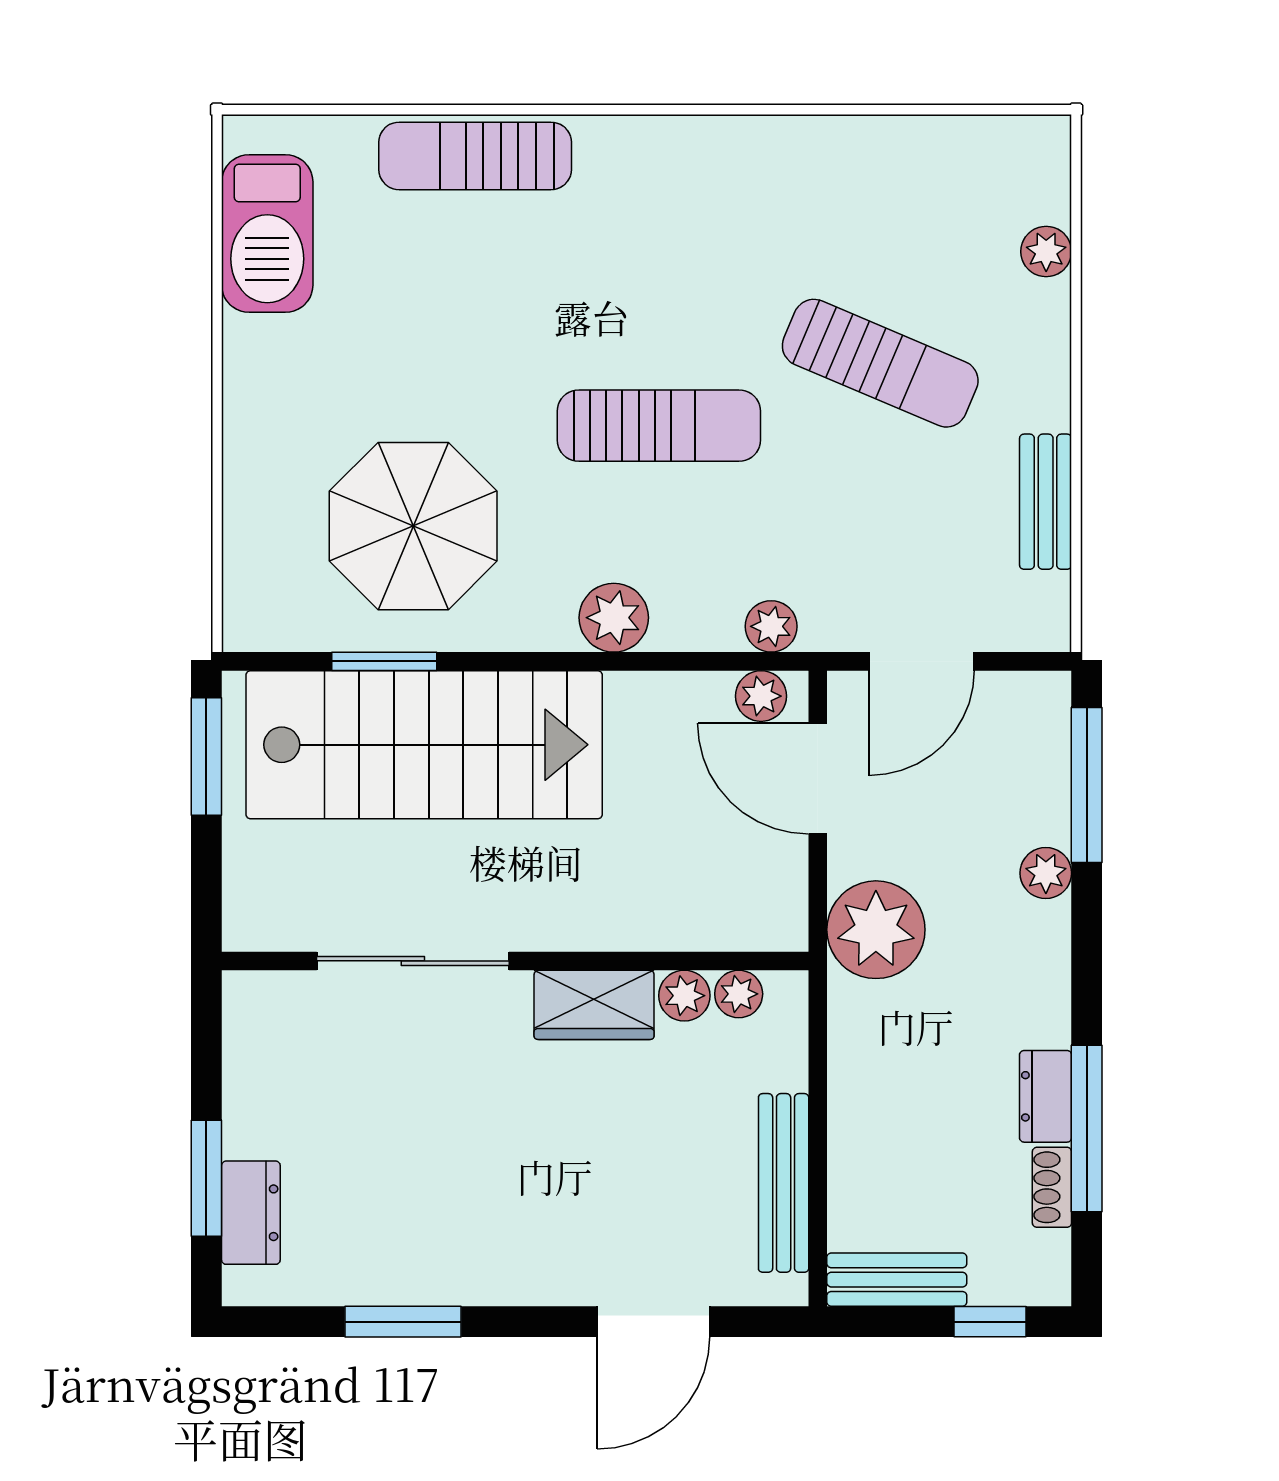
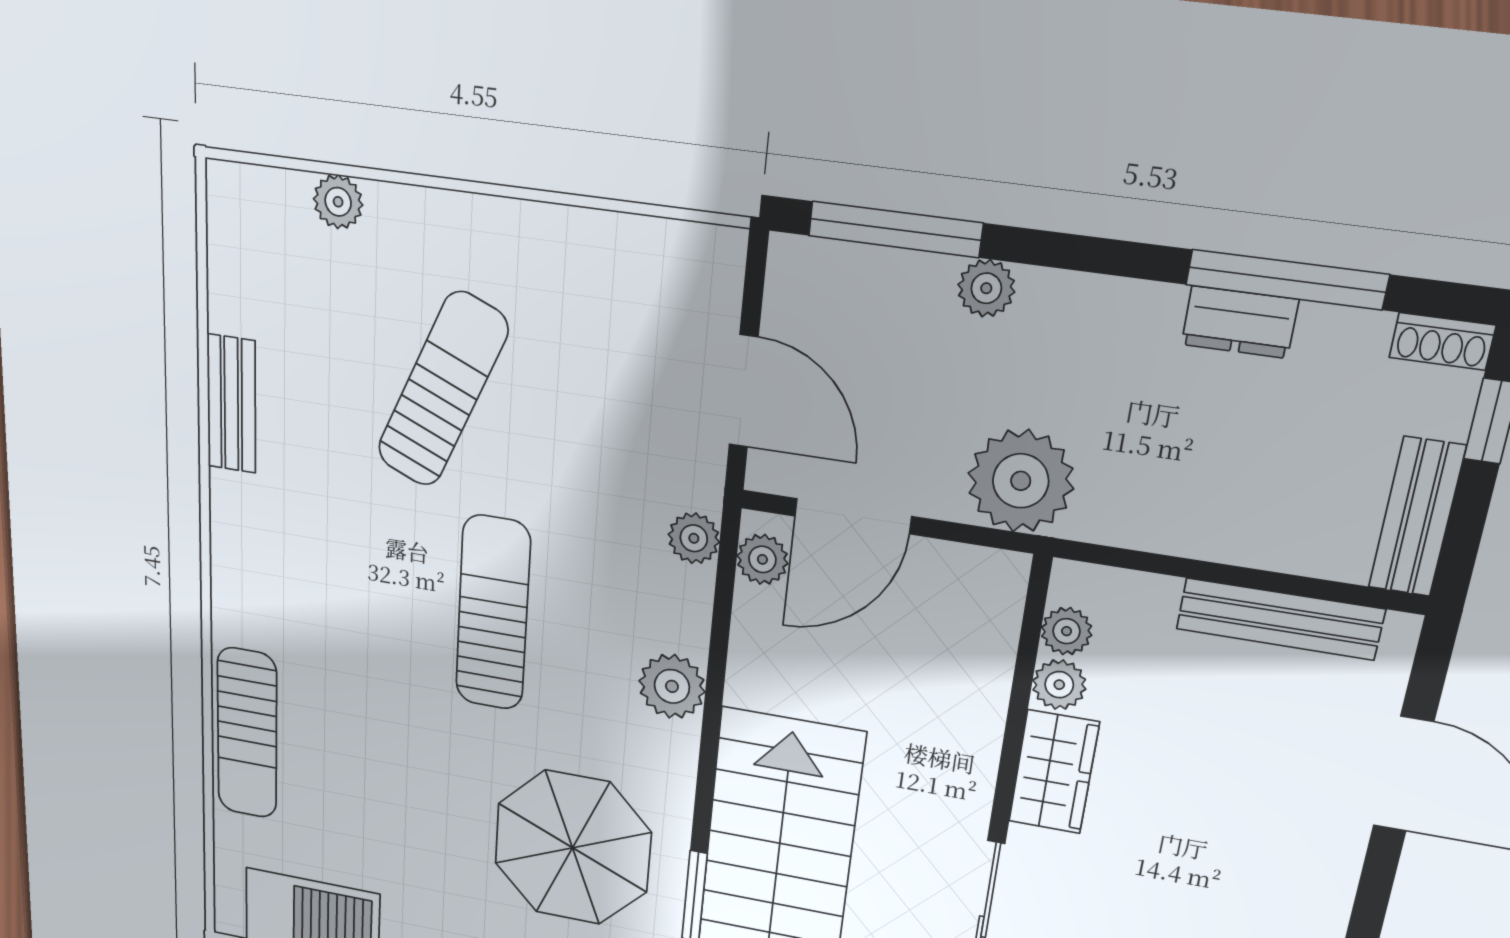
bench: (1046, 502) -> (231, 404), moved, turned 90
shoe rack: (1052, 1187) -> (1442, 341), moved

